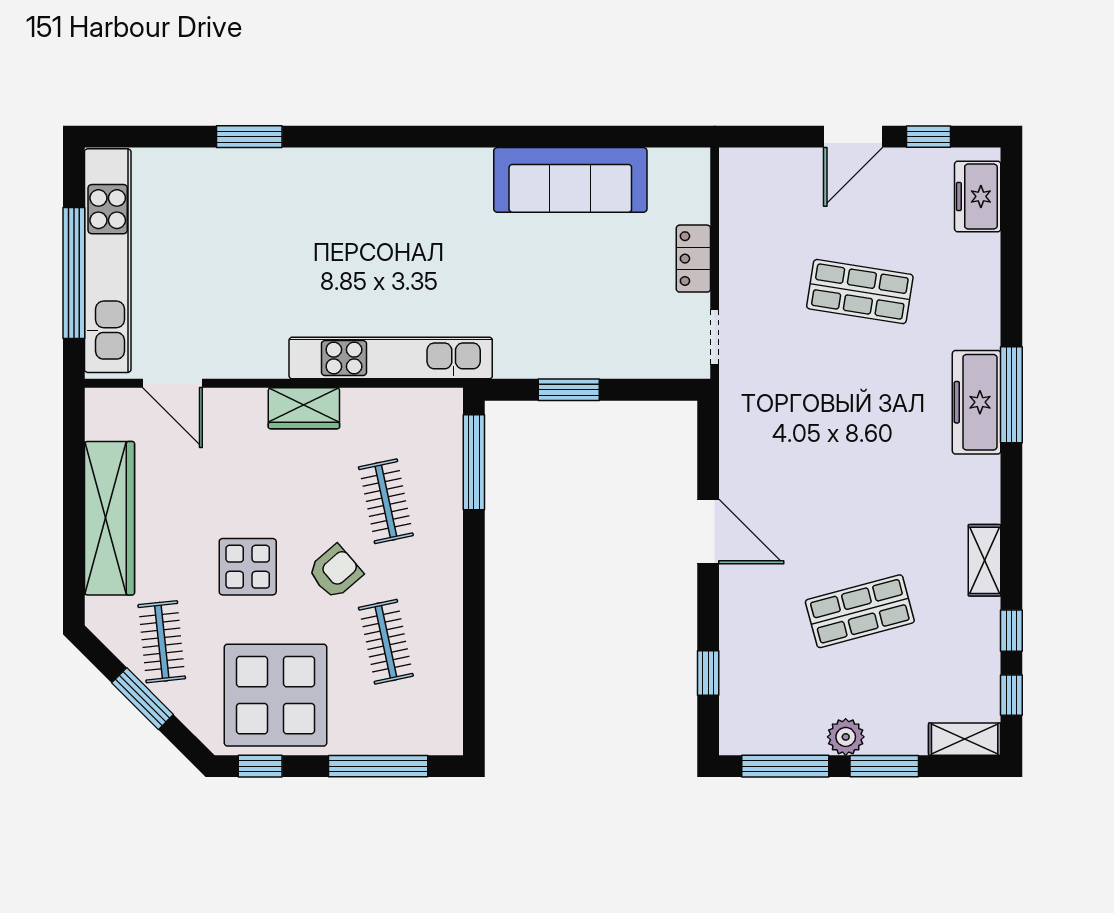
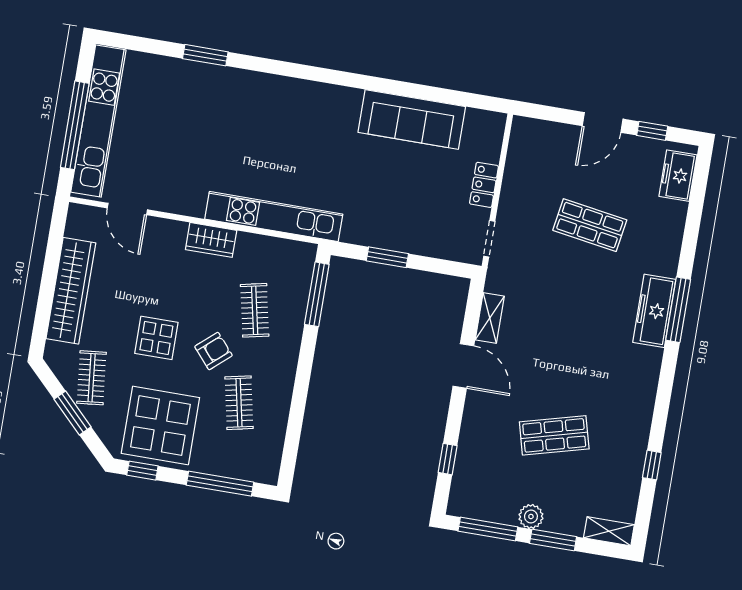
shelving: (985, 560) -> (490, 318), moved
window: (1011, 695) -> (645, 508), removed

